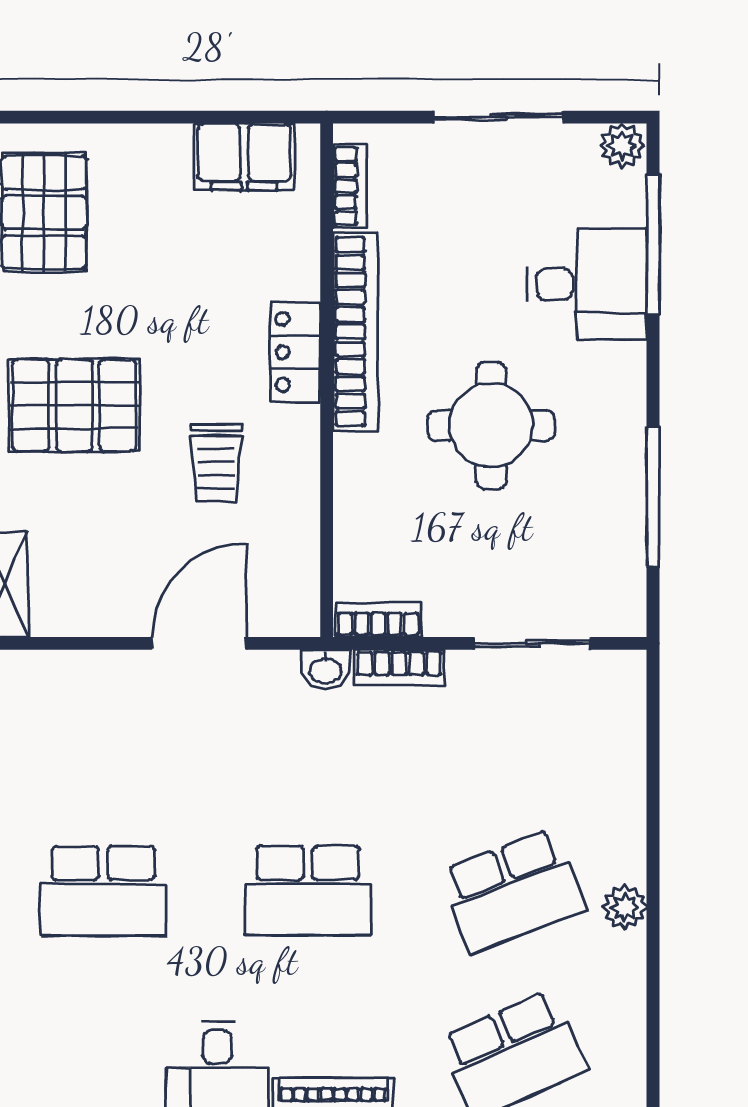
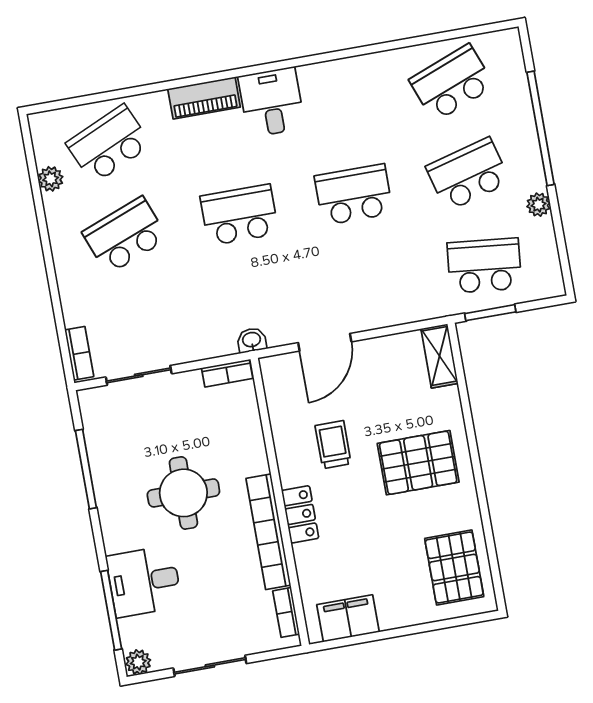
bookcase: (399, 668) -> (79, 353), moved, turned 90
plant: (625, 907) -> (51, 179), moved

